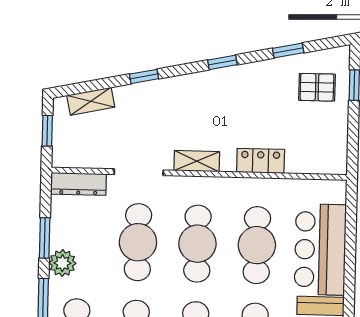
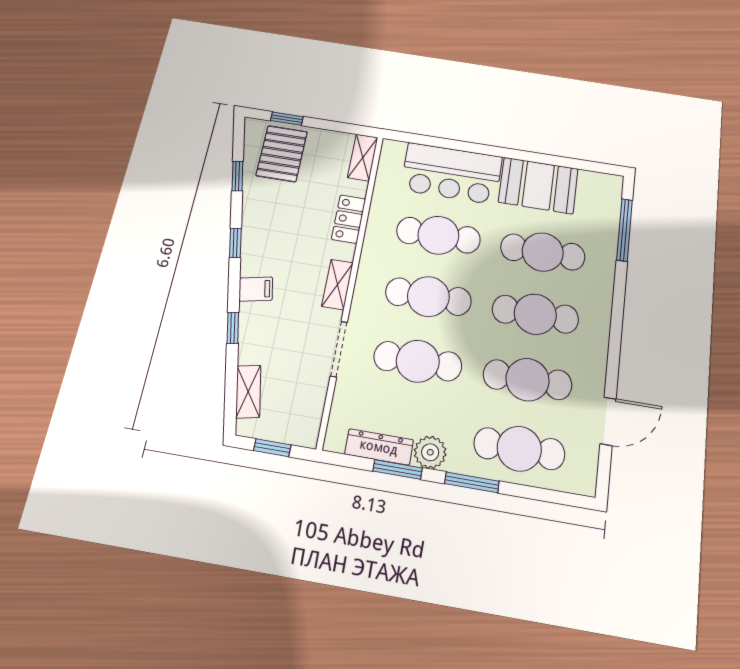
pallet: (317, 87) -> (282, 154), width x1.50, depth x1.42
filing cabinet: (182, 89) -> (256, 289), added
shelving: (324, 164) -> (363, 157), added
dresser: (78, 184) -> (379, 447), moved, turned -90

